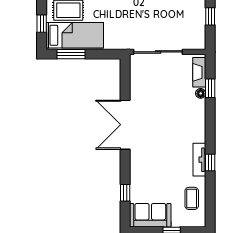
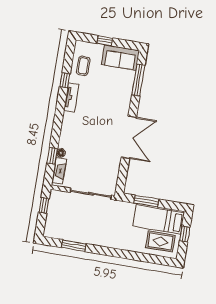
window: (210, 16) -> (44, 205), moved
window: (71, 54) -> (146, 201), moved
window: (210, 162) -> (65, 80), moved
window: (125, 193) -> (138, 80), width x2.17

